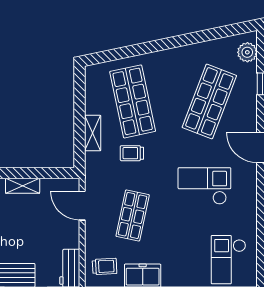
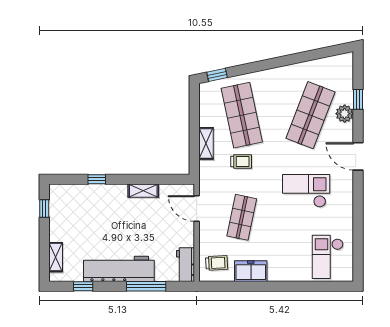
plant: (247, 52) -> (345, 114), moved
window: (105, 57) -> (217, 75), added
trolley: (132, 153) -> (241, 162), turned 180

